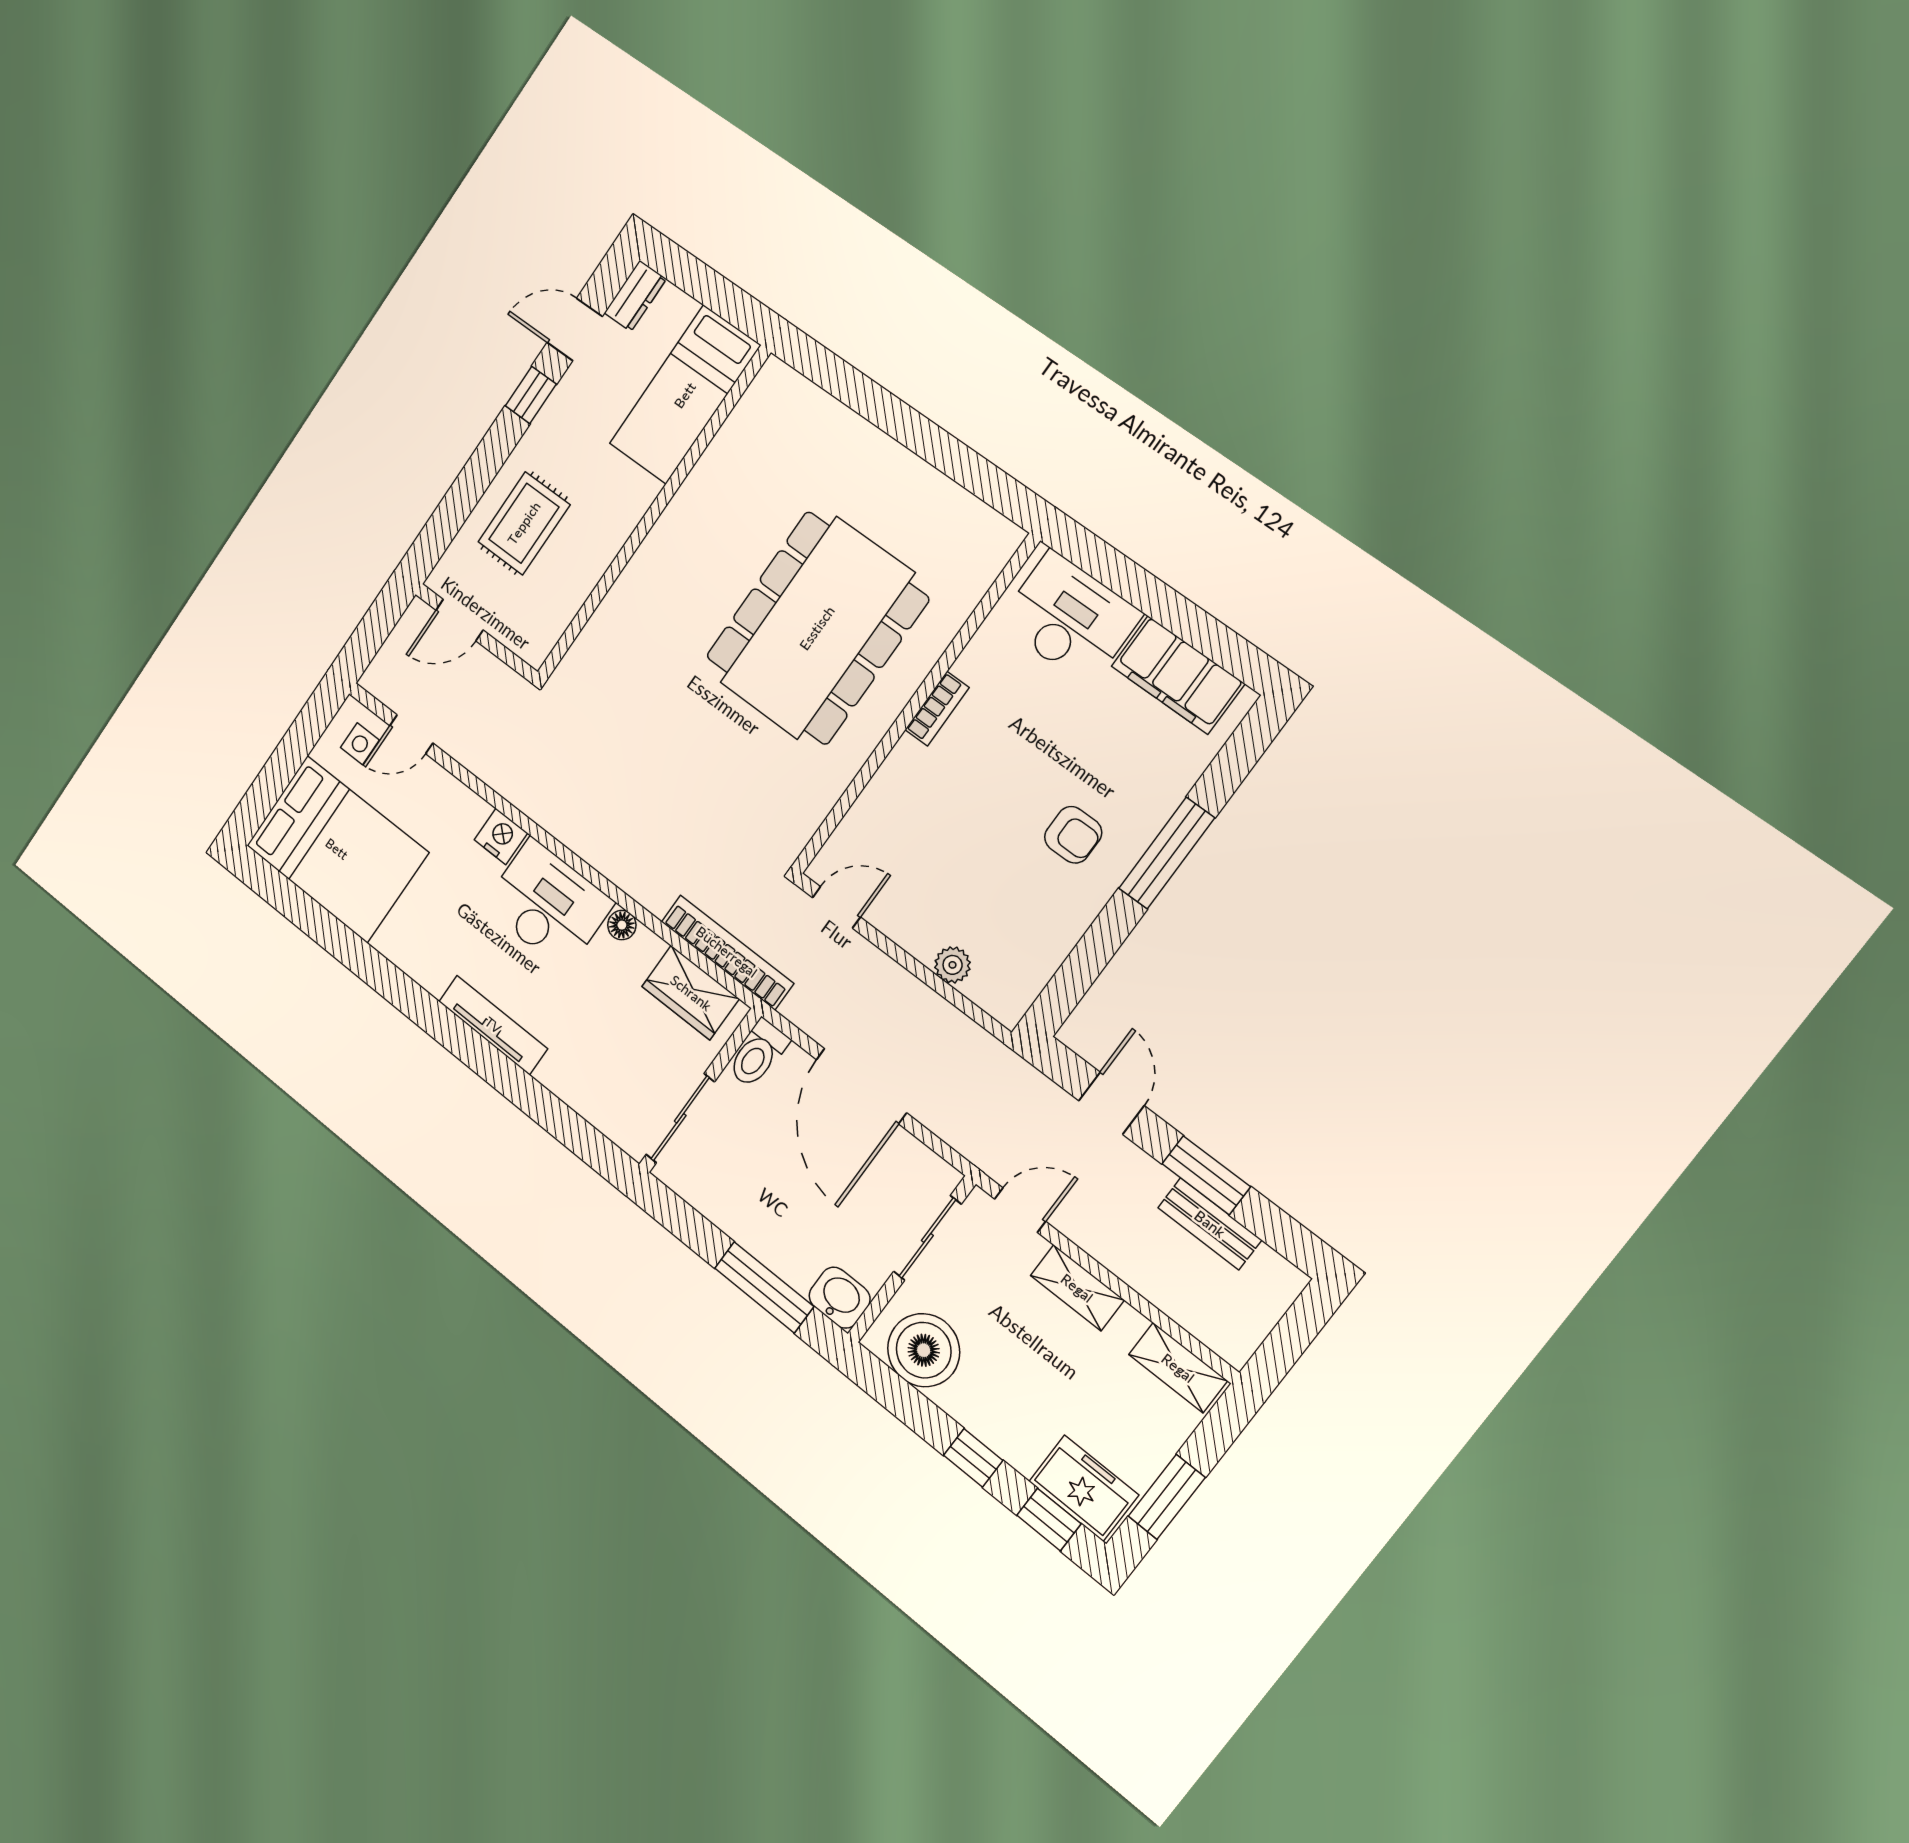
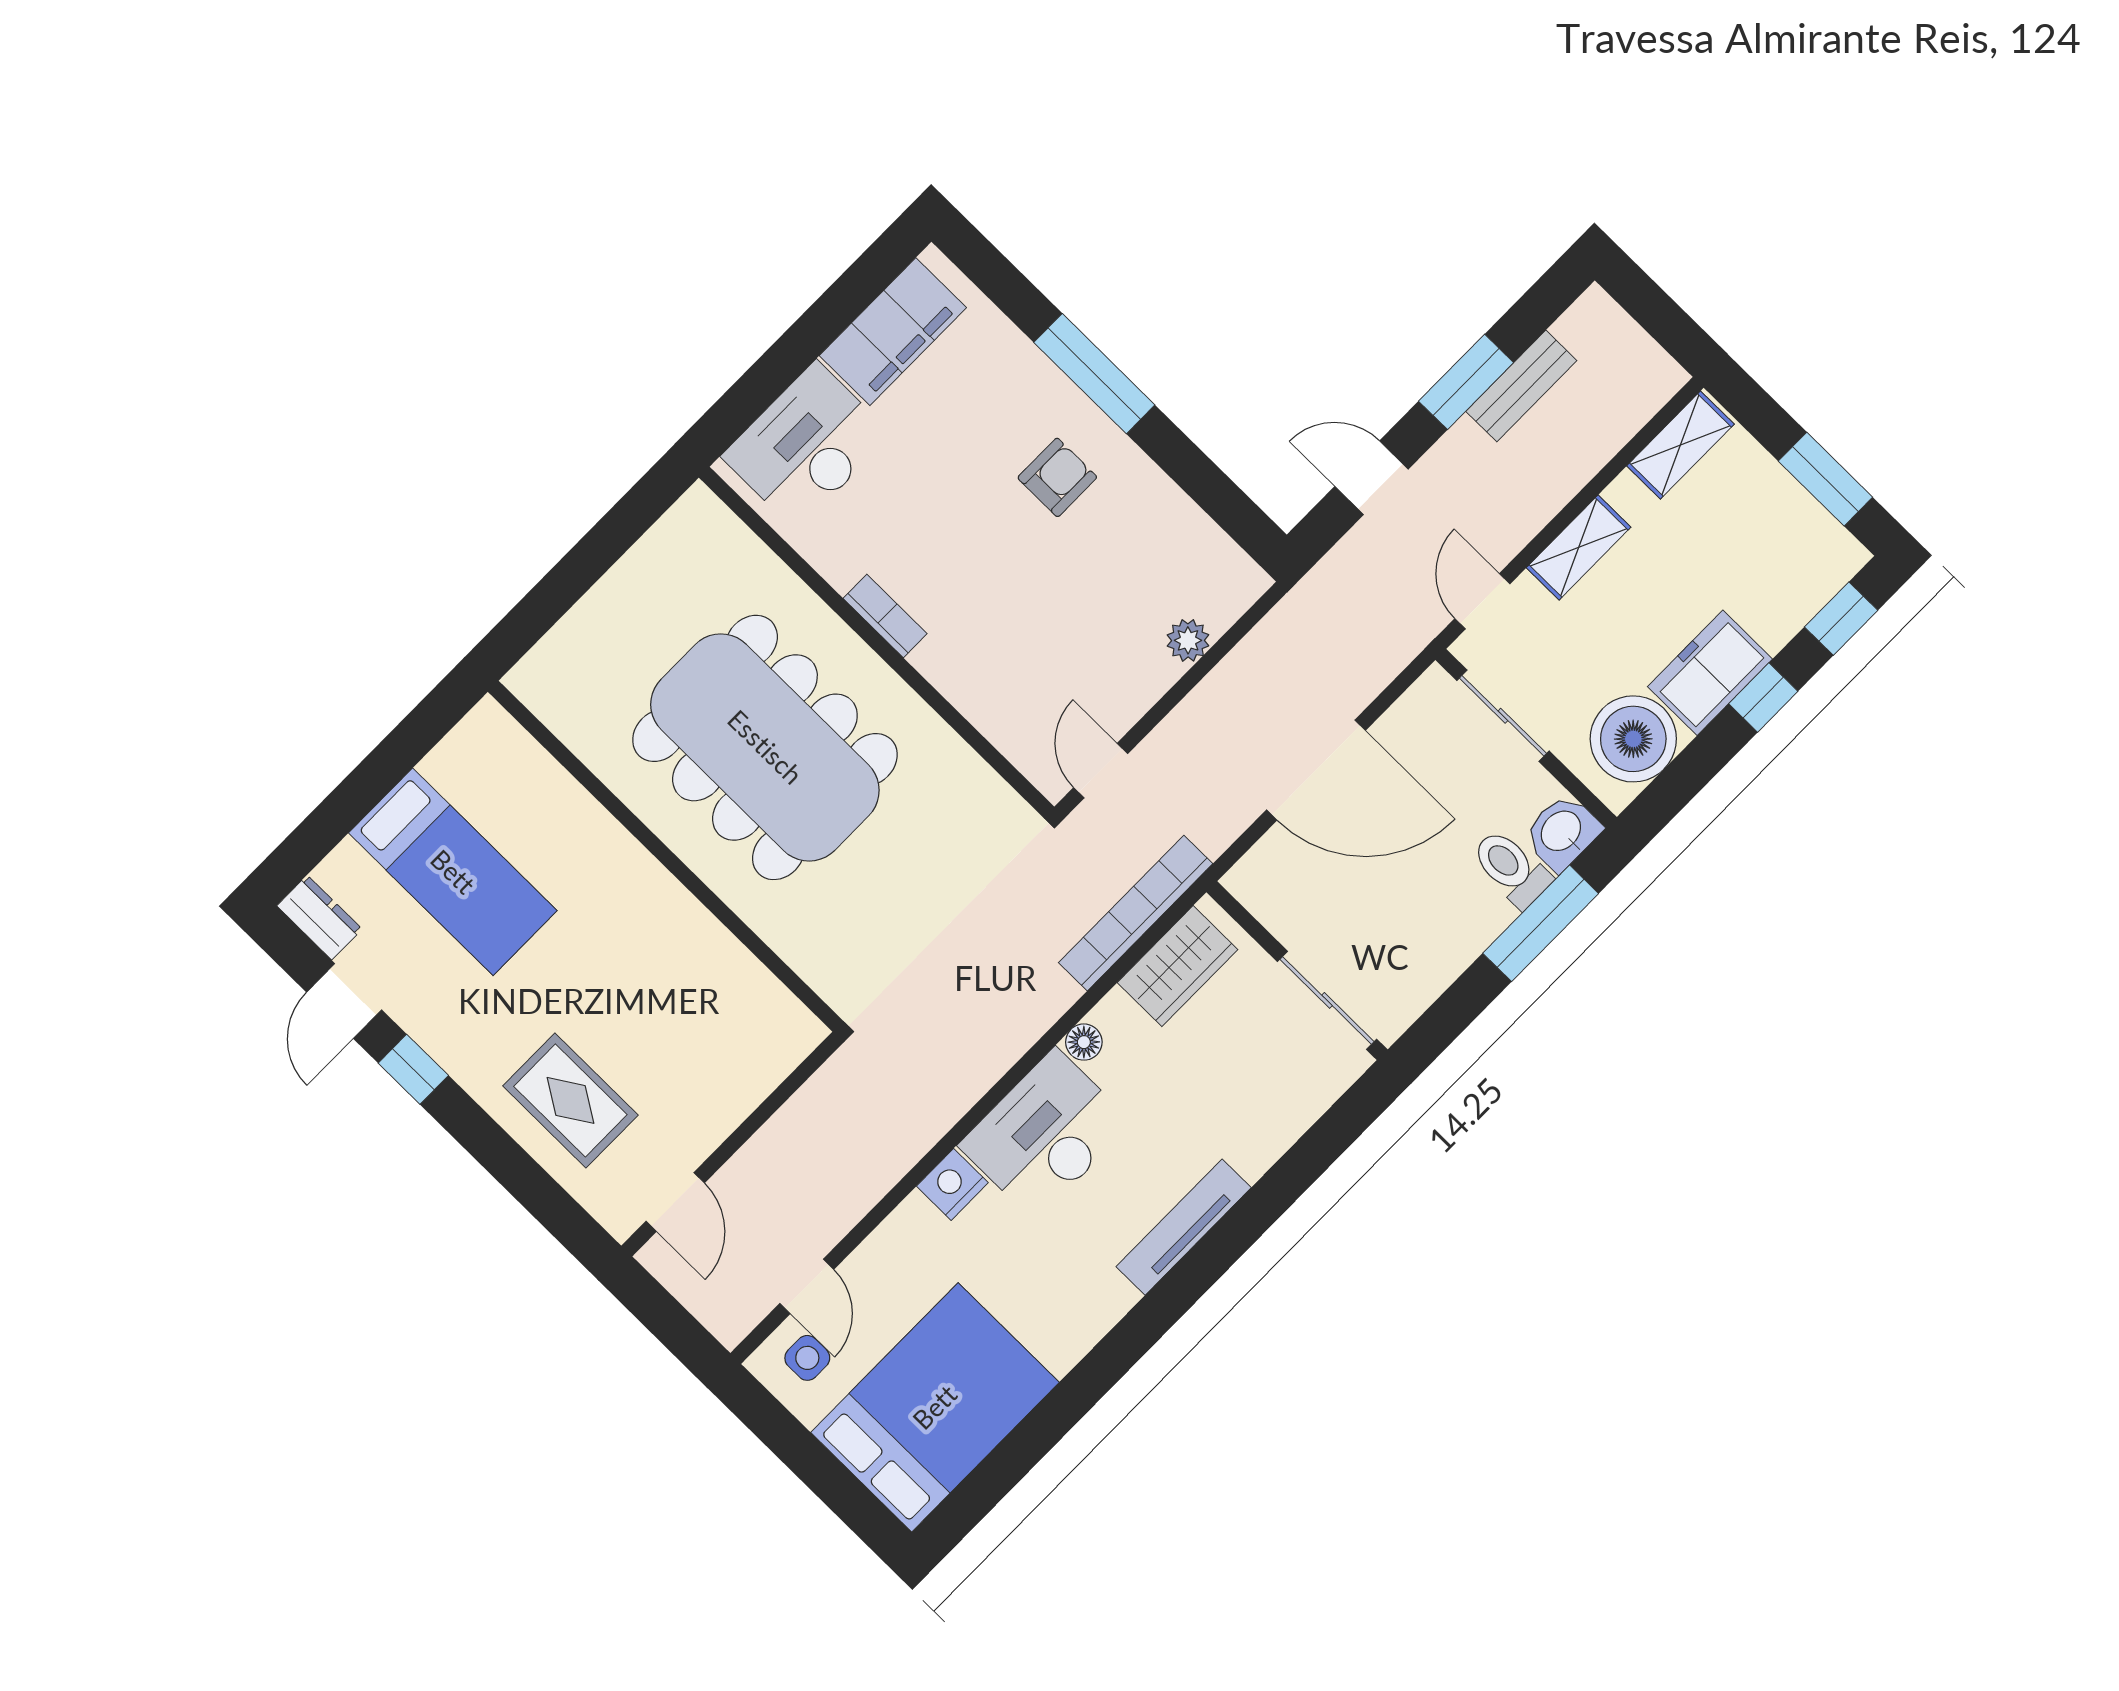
wall: (653, 514) -> (665, 856), moved
toilet: (758, 1054) -> (1511, 868), moved, turned 180
freezer: (1084, 1488) -> (1710, 673), moved

